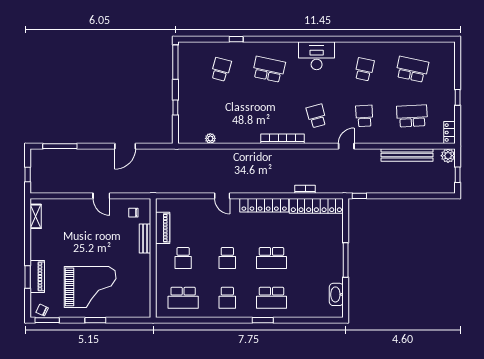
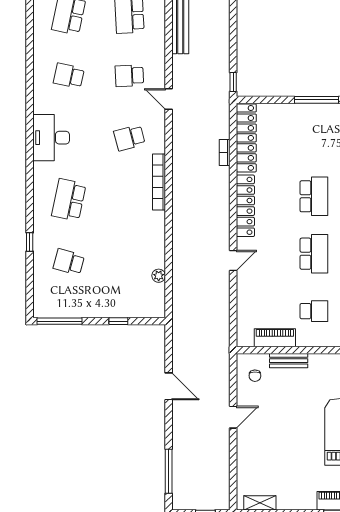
school desk: (227, 258) -> (314, 254), width x1.85

